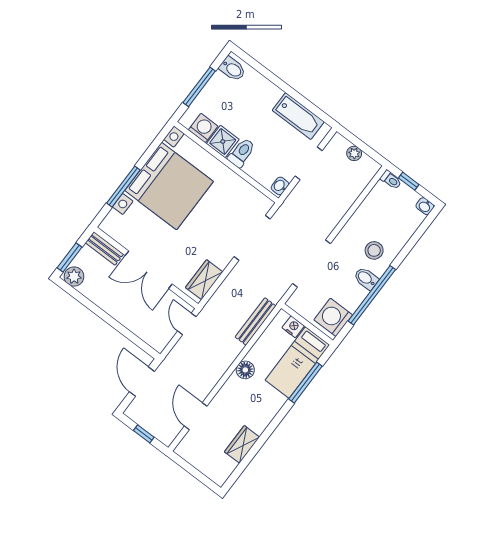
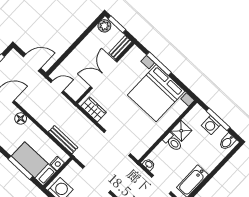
washing machine: (203, 128) -> (211, 125), moved, turned 90
door: (187, 324) -> (57, 87), moved
floor lamp: (245, 370) -> (21, 118), moved

